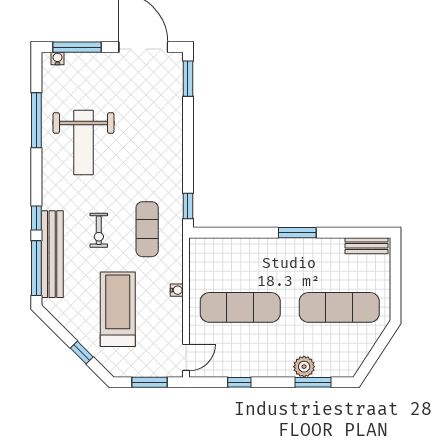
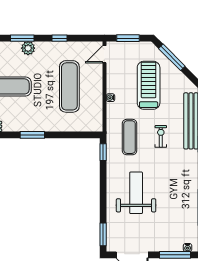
weight bench: (84, 142) -> (136, 193), moved
exercise mat: (240, 307) -> (69, 86), turned 90
treadmill: (118, 309) -> (149, 85), turned 180
window: (82, 352) -> (172, 57), width x2.17
window: (239, 382) -> (60, 38), moved

